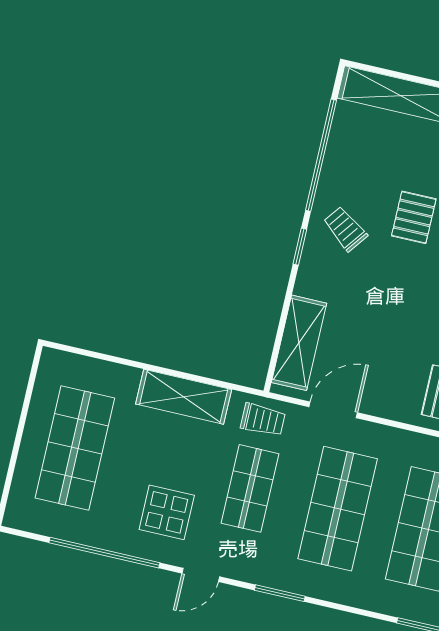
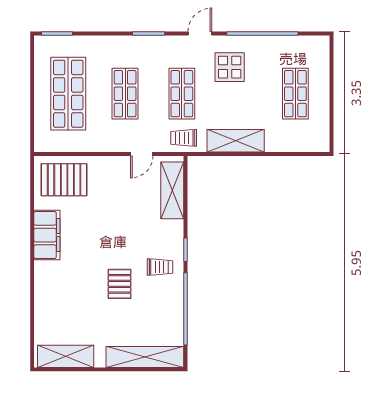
trolley: (345, 229) -> (160, 267), turned -37
door: (333, 410) -> (142, 154), width x0.73
shop shelf: (75, 448) -> (295, 94), width x0.70, depth x0.74
shop shelf: (338, 509) -> (125, 94), width x0.70, depth x0.74

